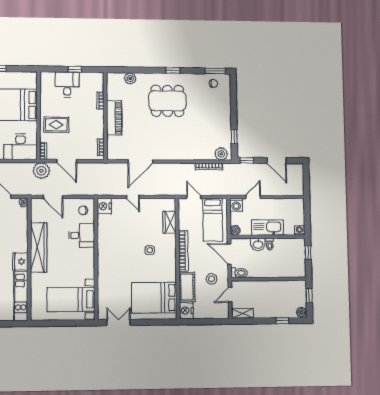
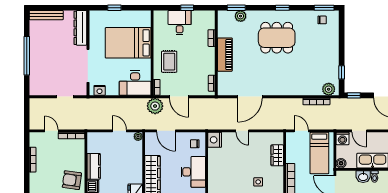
window: (126, 70) -> (236, 8), added
rug: (56, 125) -> (169, 62), turned 90
door: (253, 197) -> (359, 131), swing flipped
desk: (82, 235) -> (193, 172), width x1.37

